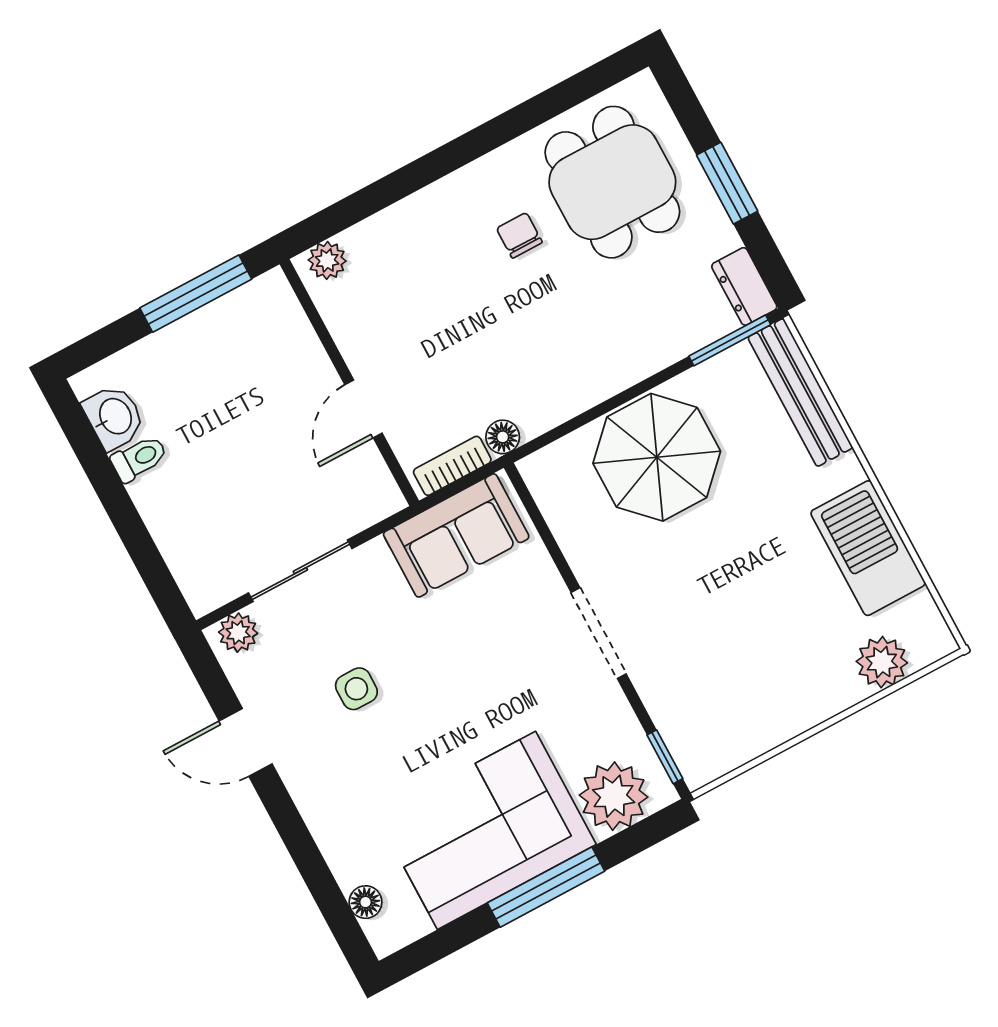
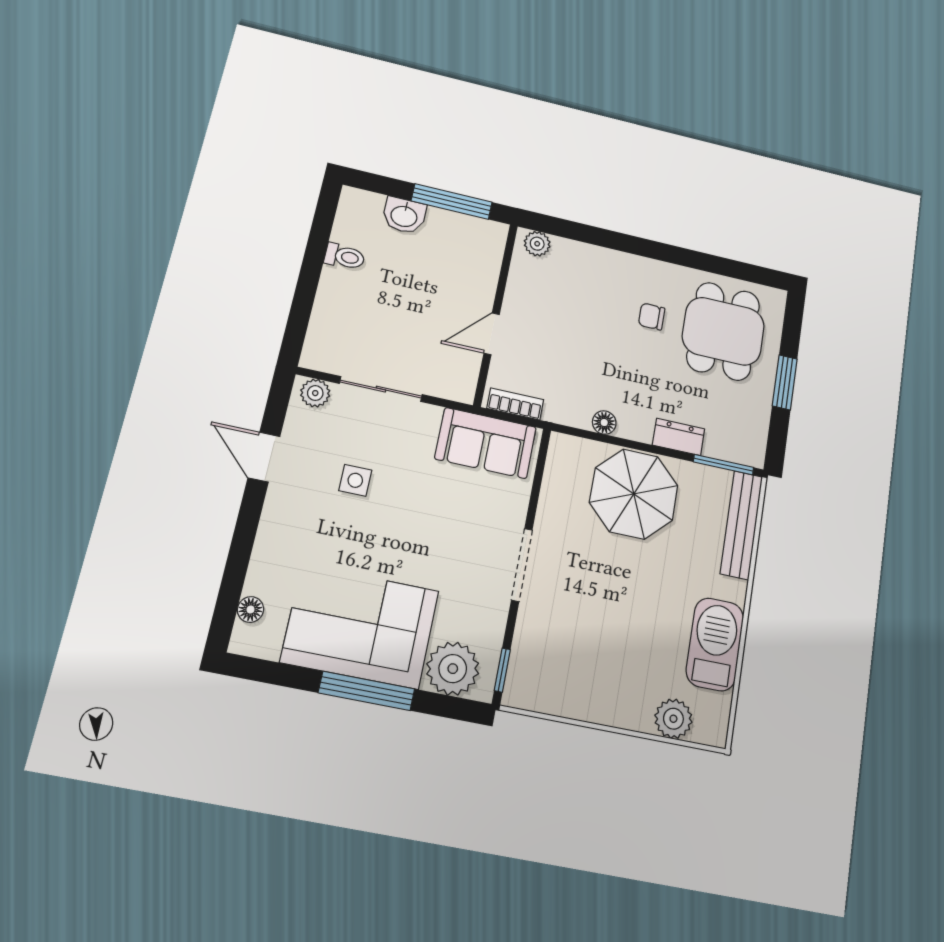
chair: (519, 235) -> (652, 316), turned -90
dresser: (744, 286) -> (679, 437), moved, turned 90
washbasin: (114, 417) -> (404, 216), moved, turned 90
floor lamp: (503, 437) -> (604, 423), moved

